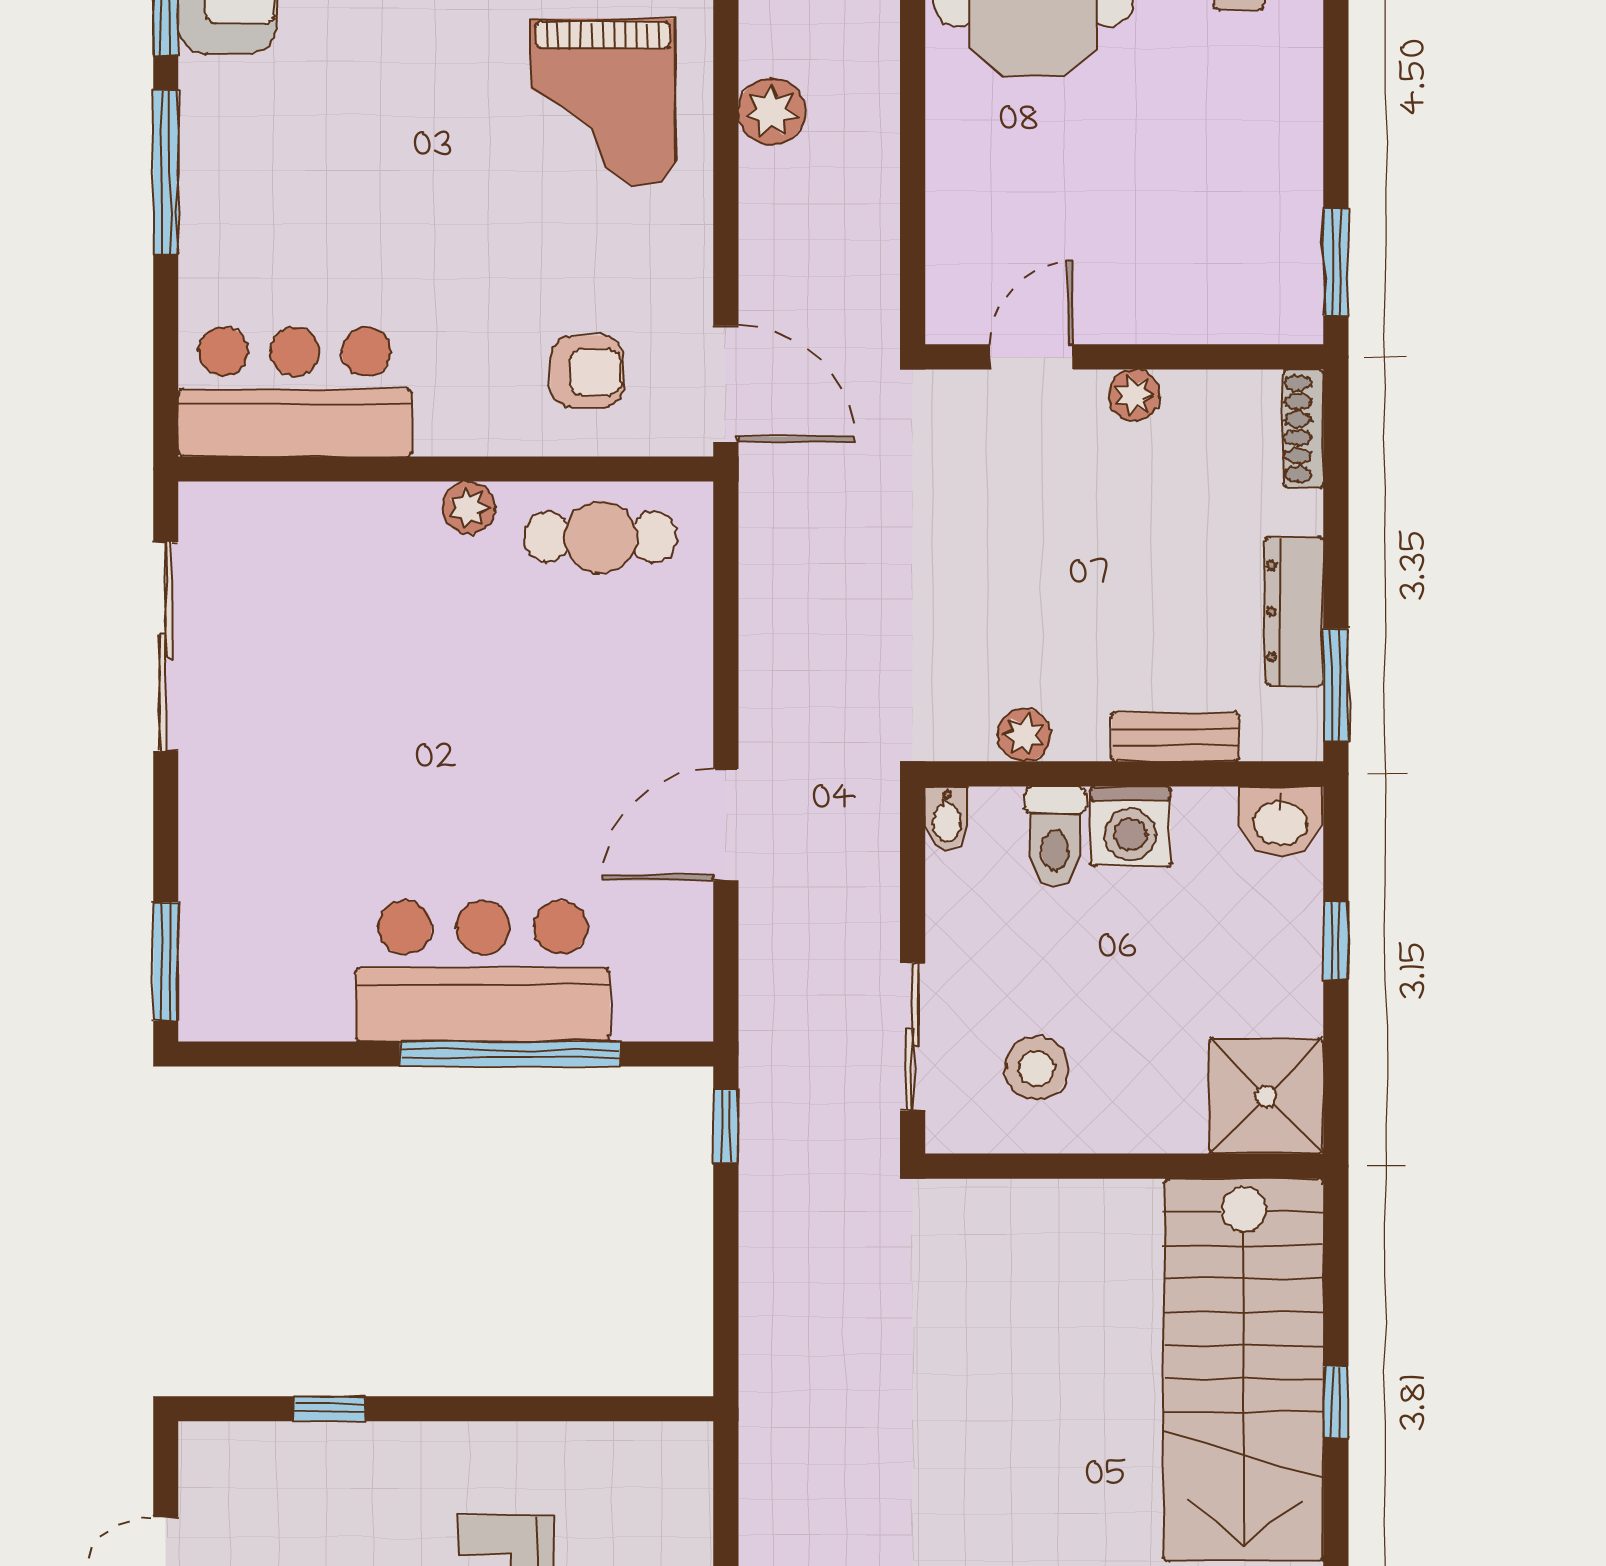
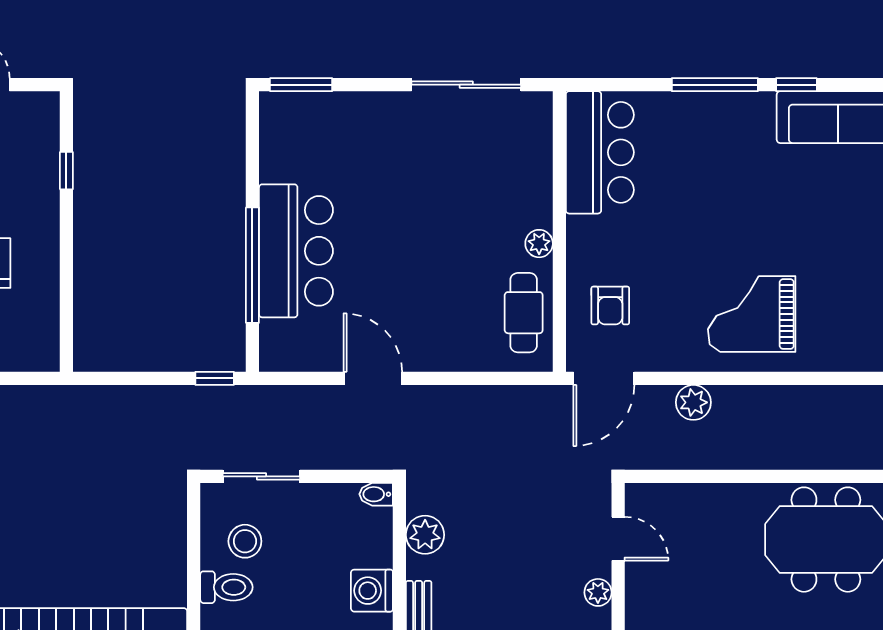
plant: (772, 111) -> (693, 402), moved
plant: (1024, 735) -> (425, 535), width x1.38, depth x1.38
toilet: (1055, 836) -> (226, 587), moved, turned 180

